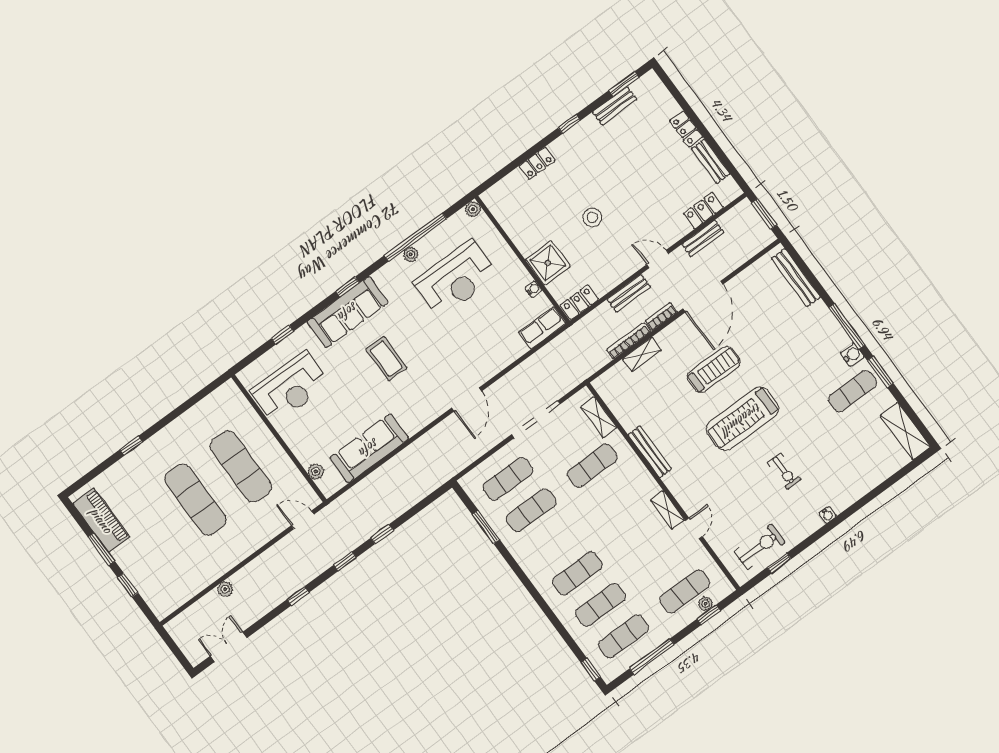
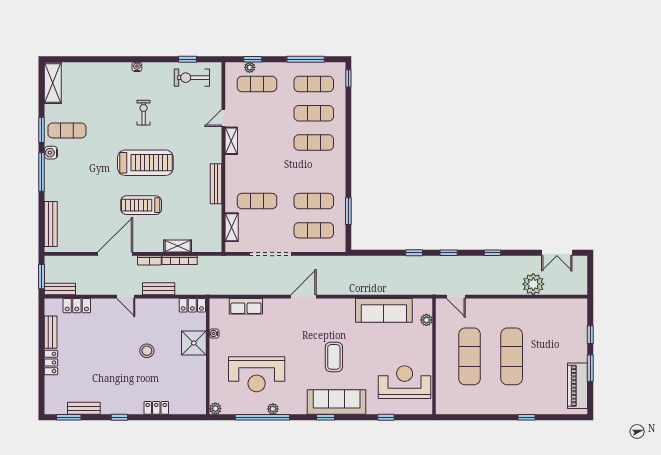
bench: (703, 238) -> (60, 289), moved
reception desk: (456, 279) -> (257, 374), turned 180
row of seats: (542, 328) -> (246, 306), moved
plant: (225, 589) -> (533, 284), width x1.87, depth x1.87

